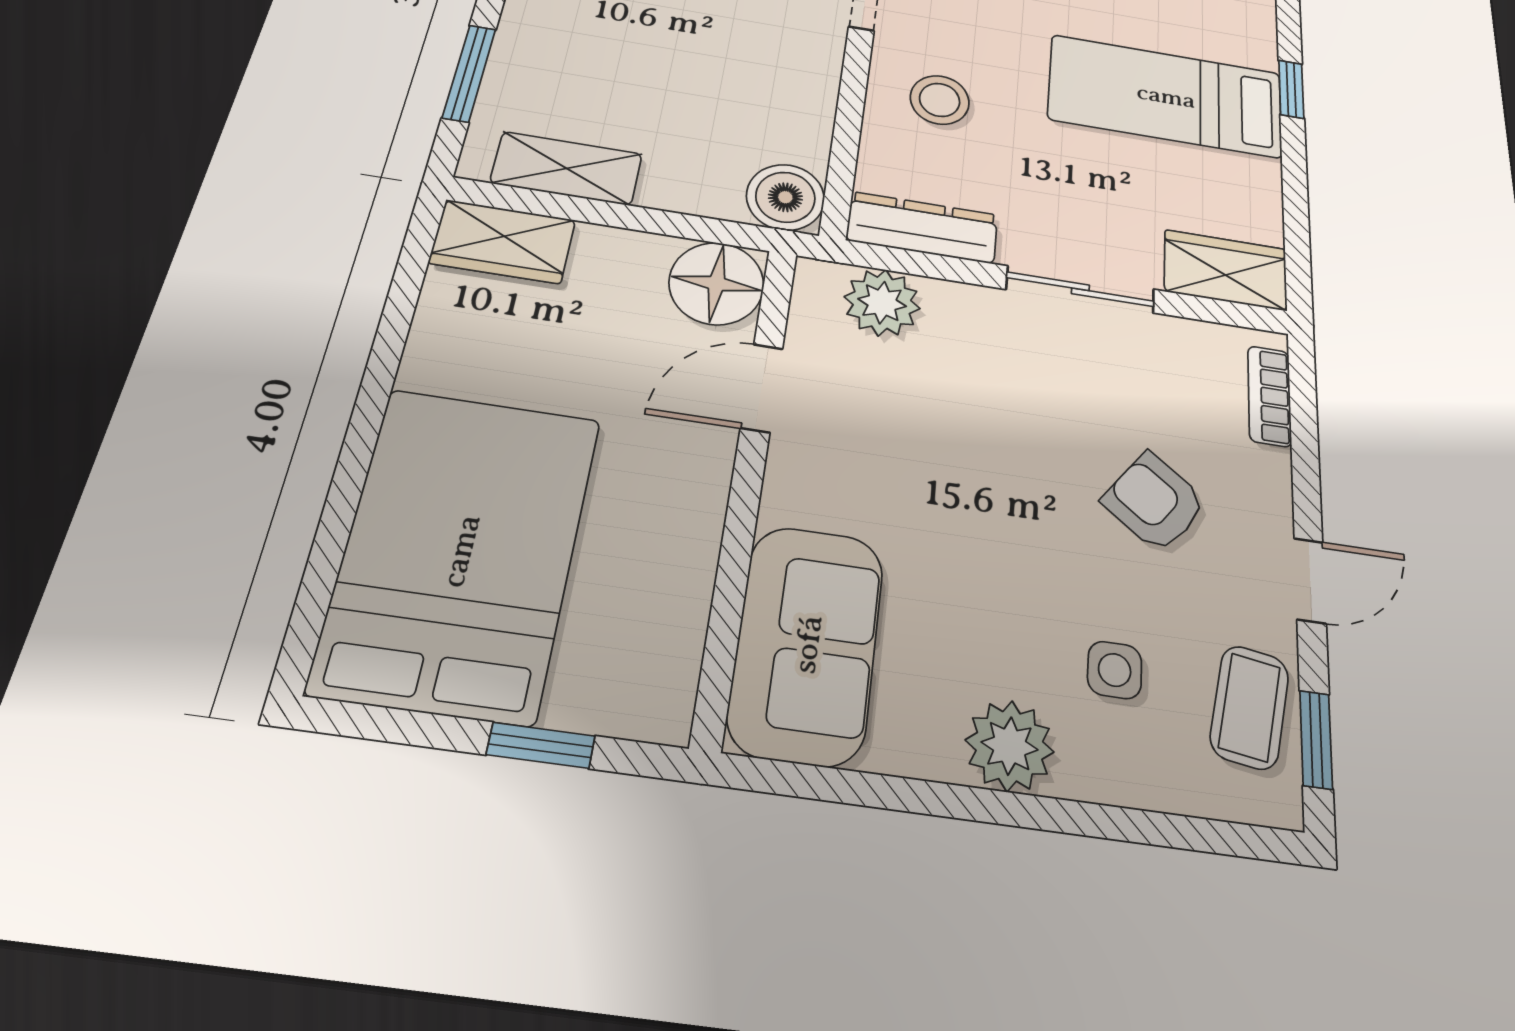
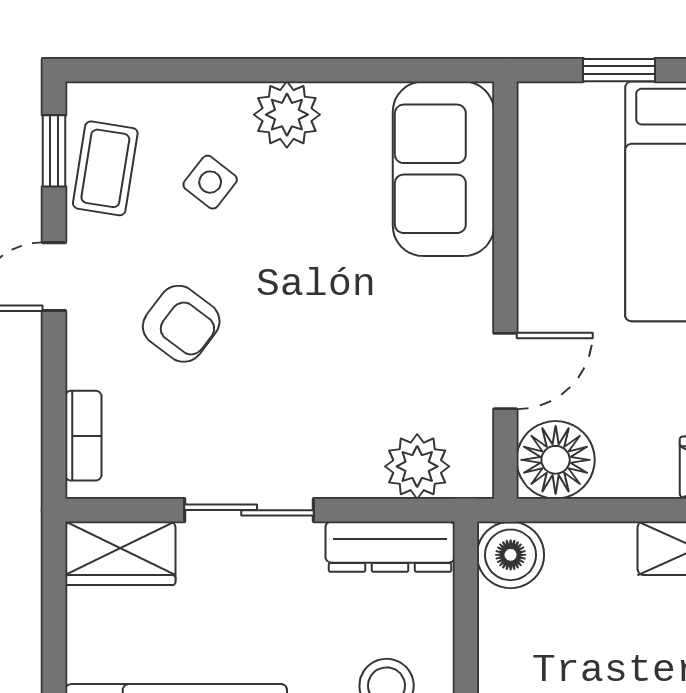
side table: (1115, 670) -> (210, 182), turned 38

